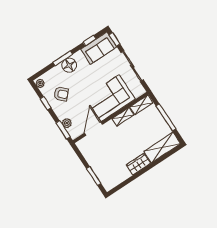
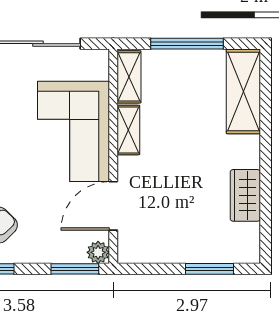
plant: (67, 123) -> (98, 252), moved
door: (93, 129) -> (113, 206), hinge flipped
wardrobe: (138, 164) -> (245, 195), moved

